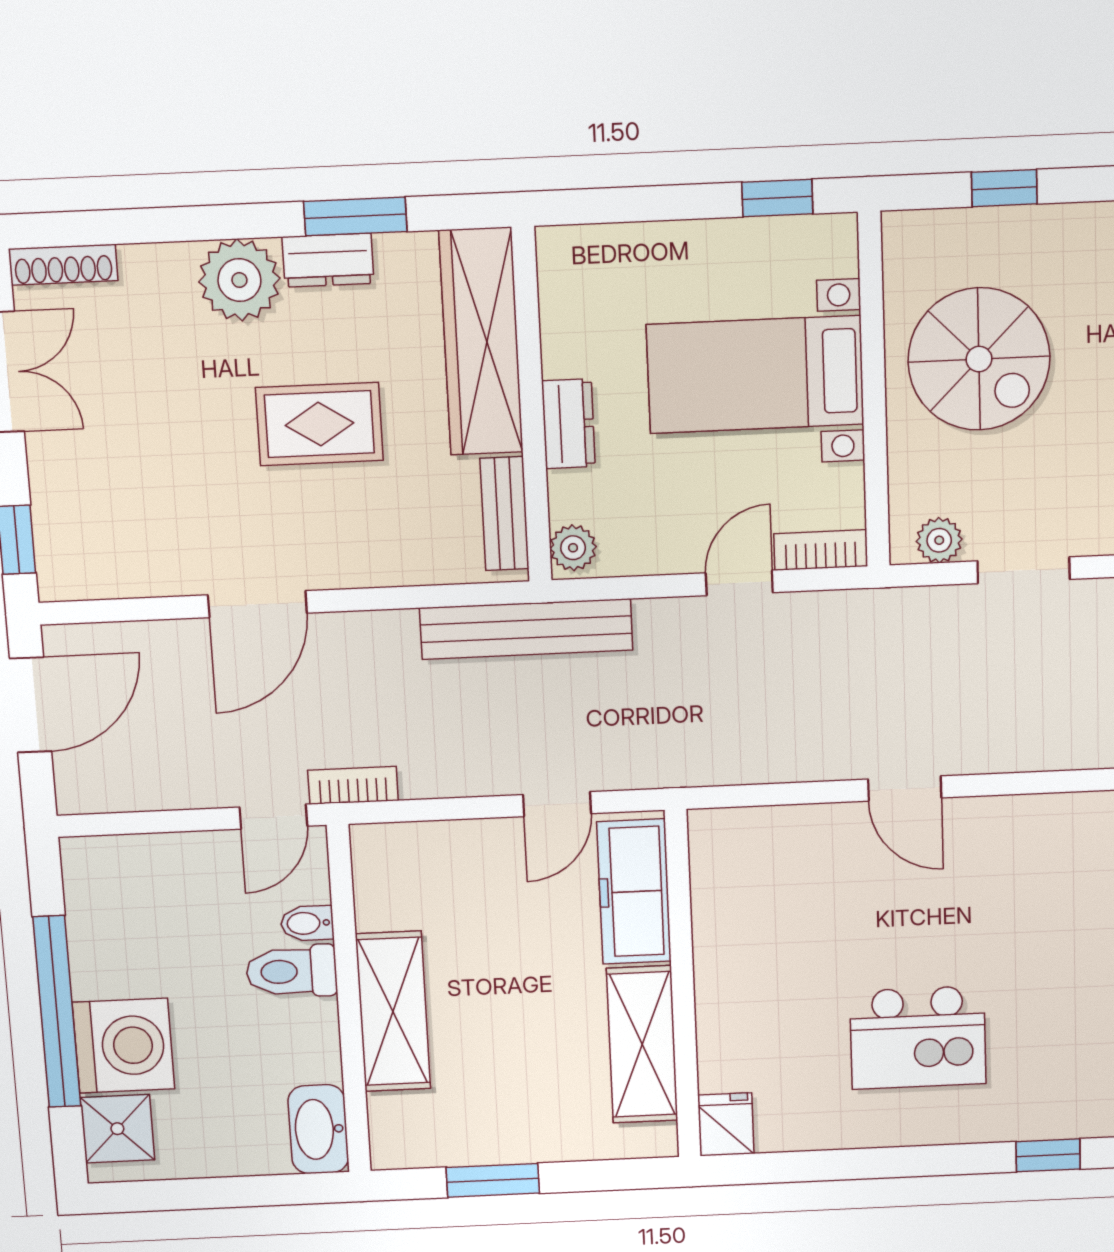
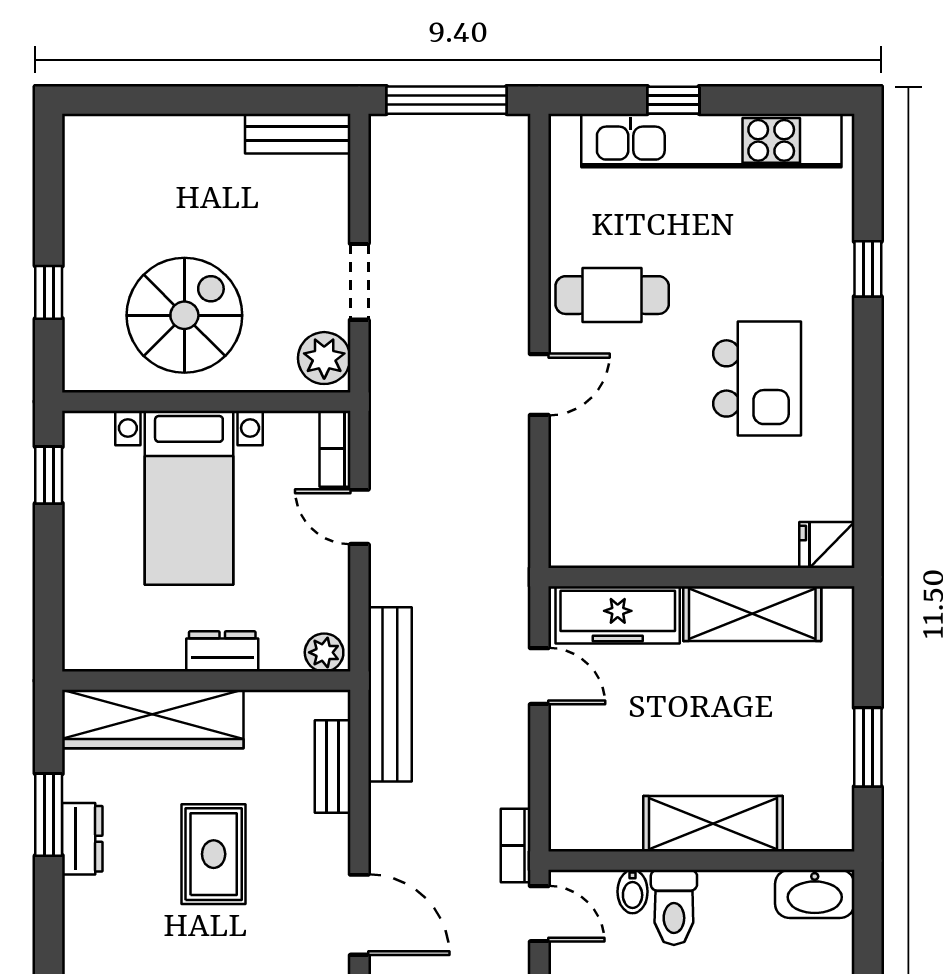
plant: (239, 280) -> (95, 911), removed
bench: (504, 514) -> (333, 767), moved, turned 90
plant: (939, 540) -> (324, 358), width x1.38, depth x1.38
cafe table: (1013, 868) -> (612, 295), added

